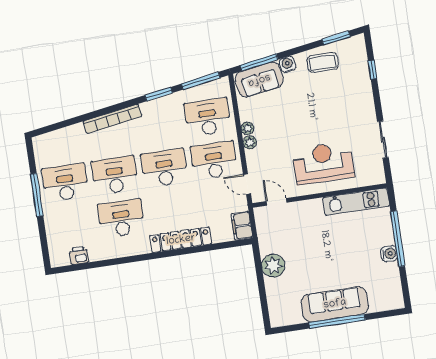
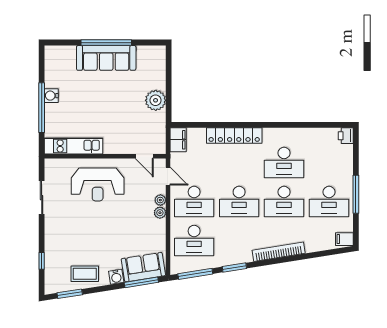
plant: (247, 128) -> (160, 200), moved
filing cabinet: (42, 144) -> (344, 239), added
printer: (79, 256) -> (346, 136), moved, turned 90

